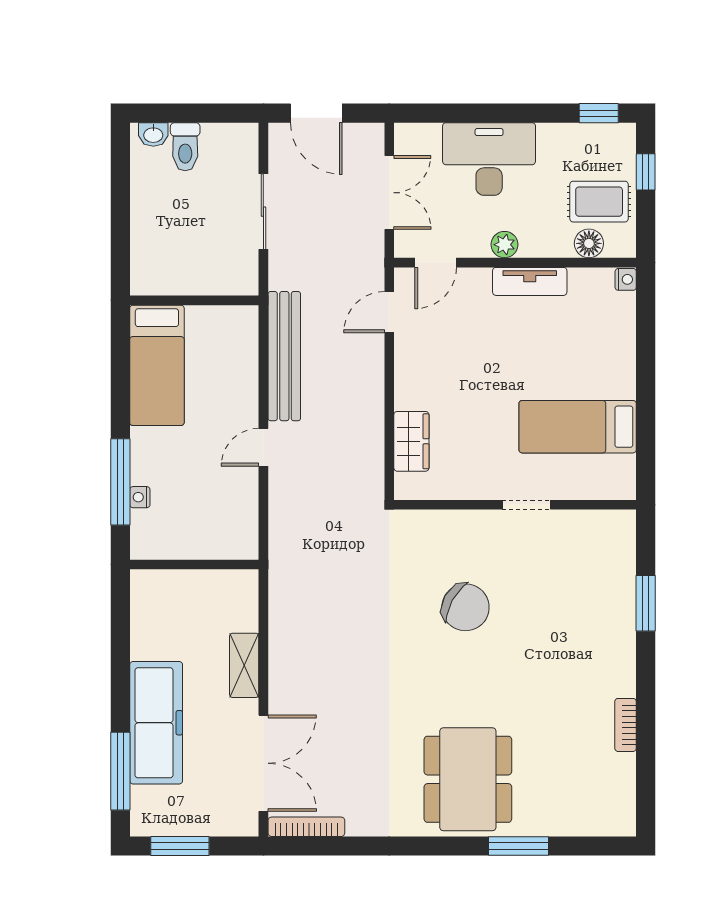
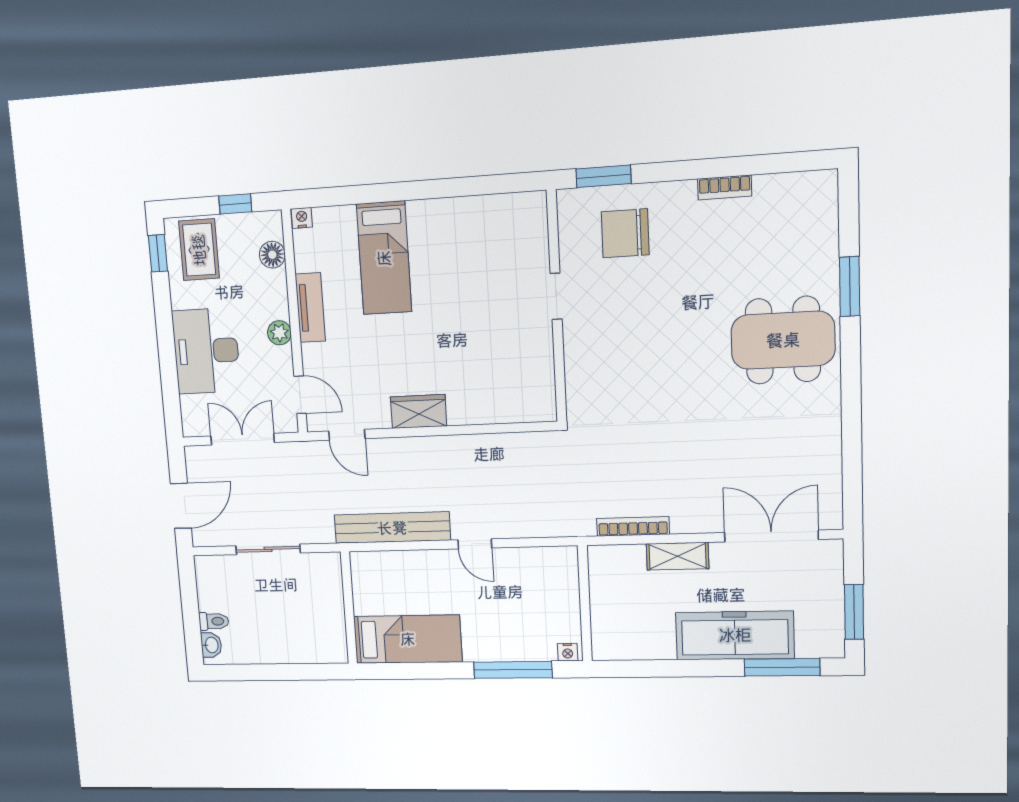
toilet: (185, 147) -> (214, 621), width x0.73, depth x0.72
window: (646, 172) -> (235, 204), moved
rug: (599, 202) -> (199, 250), moved
bed: (578, 427) -> (384, 258), moved
wardrobe: (411, 441) -> (419, 411), moved
nightstand: (140, 497) -> (568, 652), moved
wall: (515, 505) -> (557, 307), moved
doorway: (526, 505) -> (556, 296), moved
chair: (465, 607) -> (625, 233), moved, turned -119
bookcase: (306, 827) -> (633, 526), moved, turned 90

